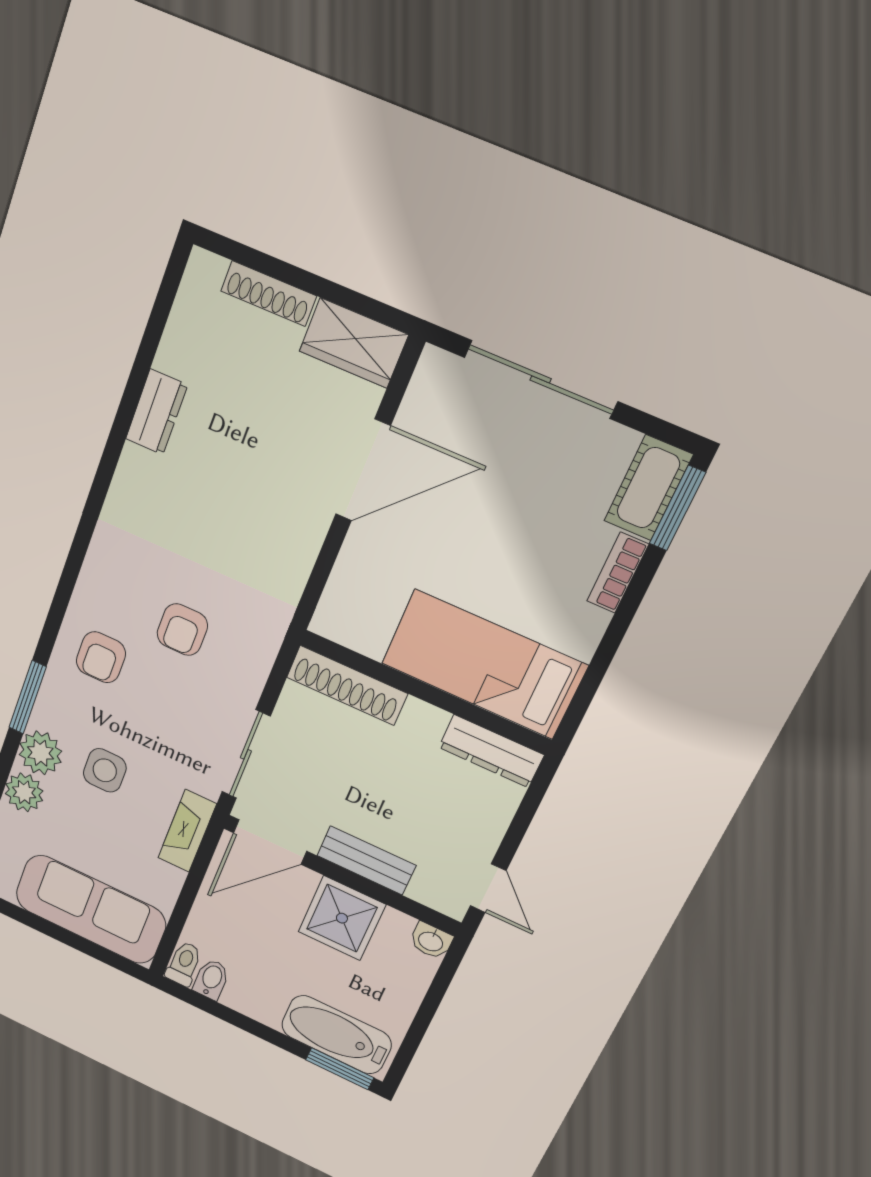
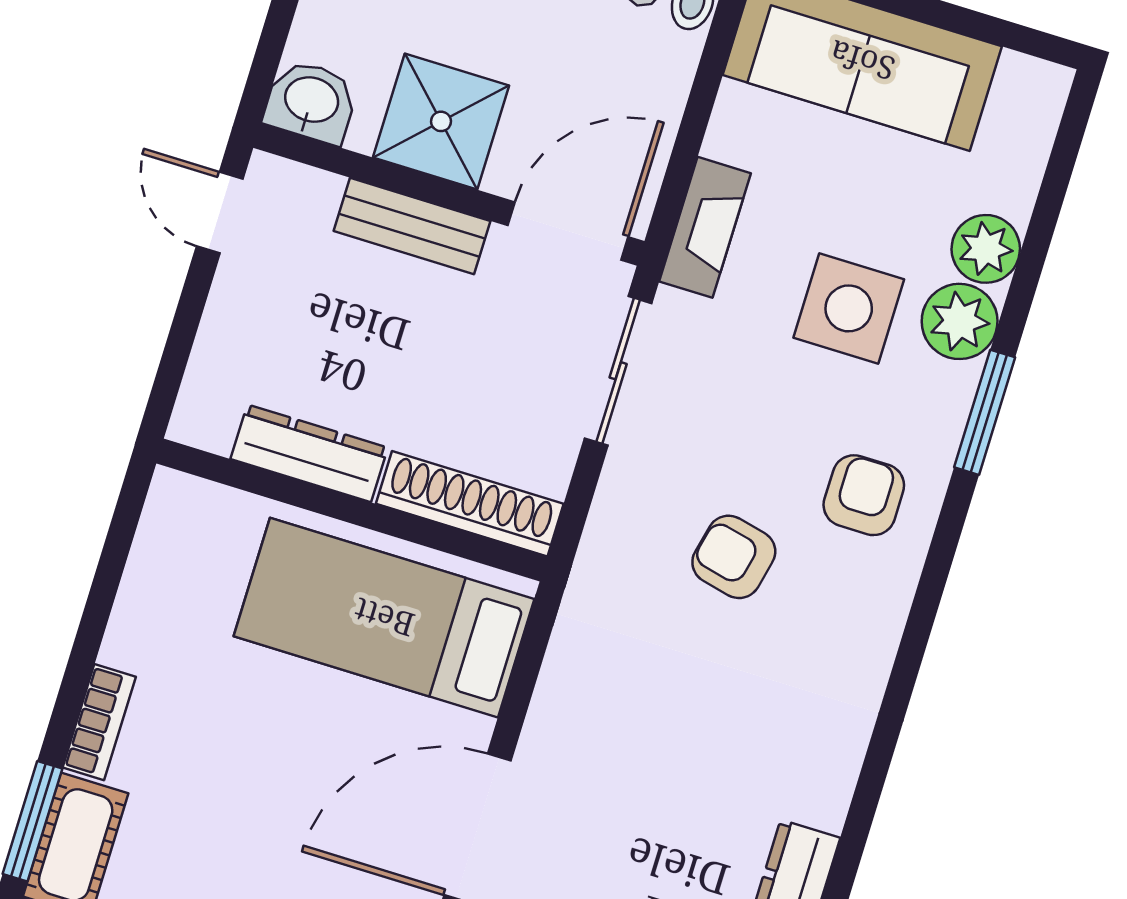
armchair: (182, 630) -> (734, 557), turned -77
bed: (484, 664) -> (384, 618), moved, turned 180
dresser: (491, 751) -> (309, 453), moved
side table: (105, 770) -> (849, 308), width x1.37, depth x1.37
washbasin: (431, 941) -> (311, 102), width x1.38, depth x1.45

